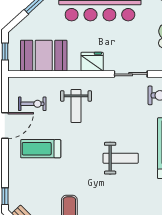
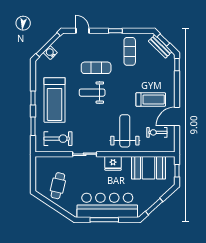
weight bench: (76, 106) -> (125, 131), width x1.36, depth x1.33
exercise mat: (115, 192) -> (96, 68), added

